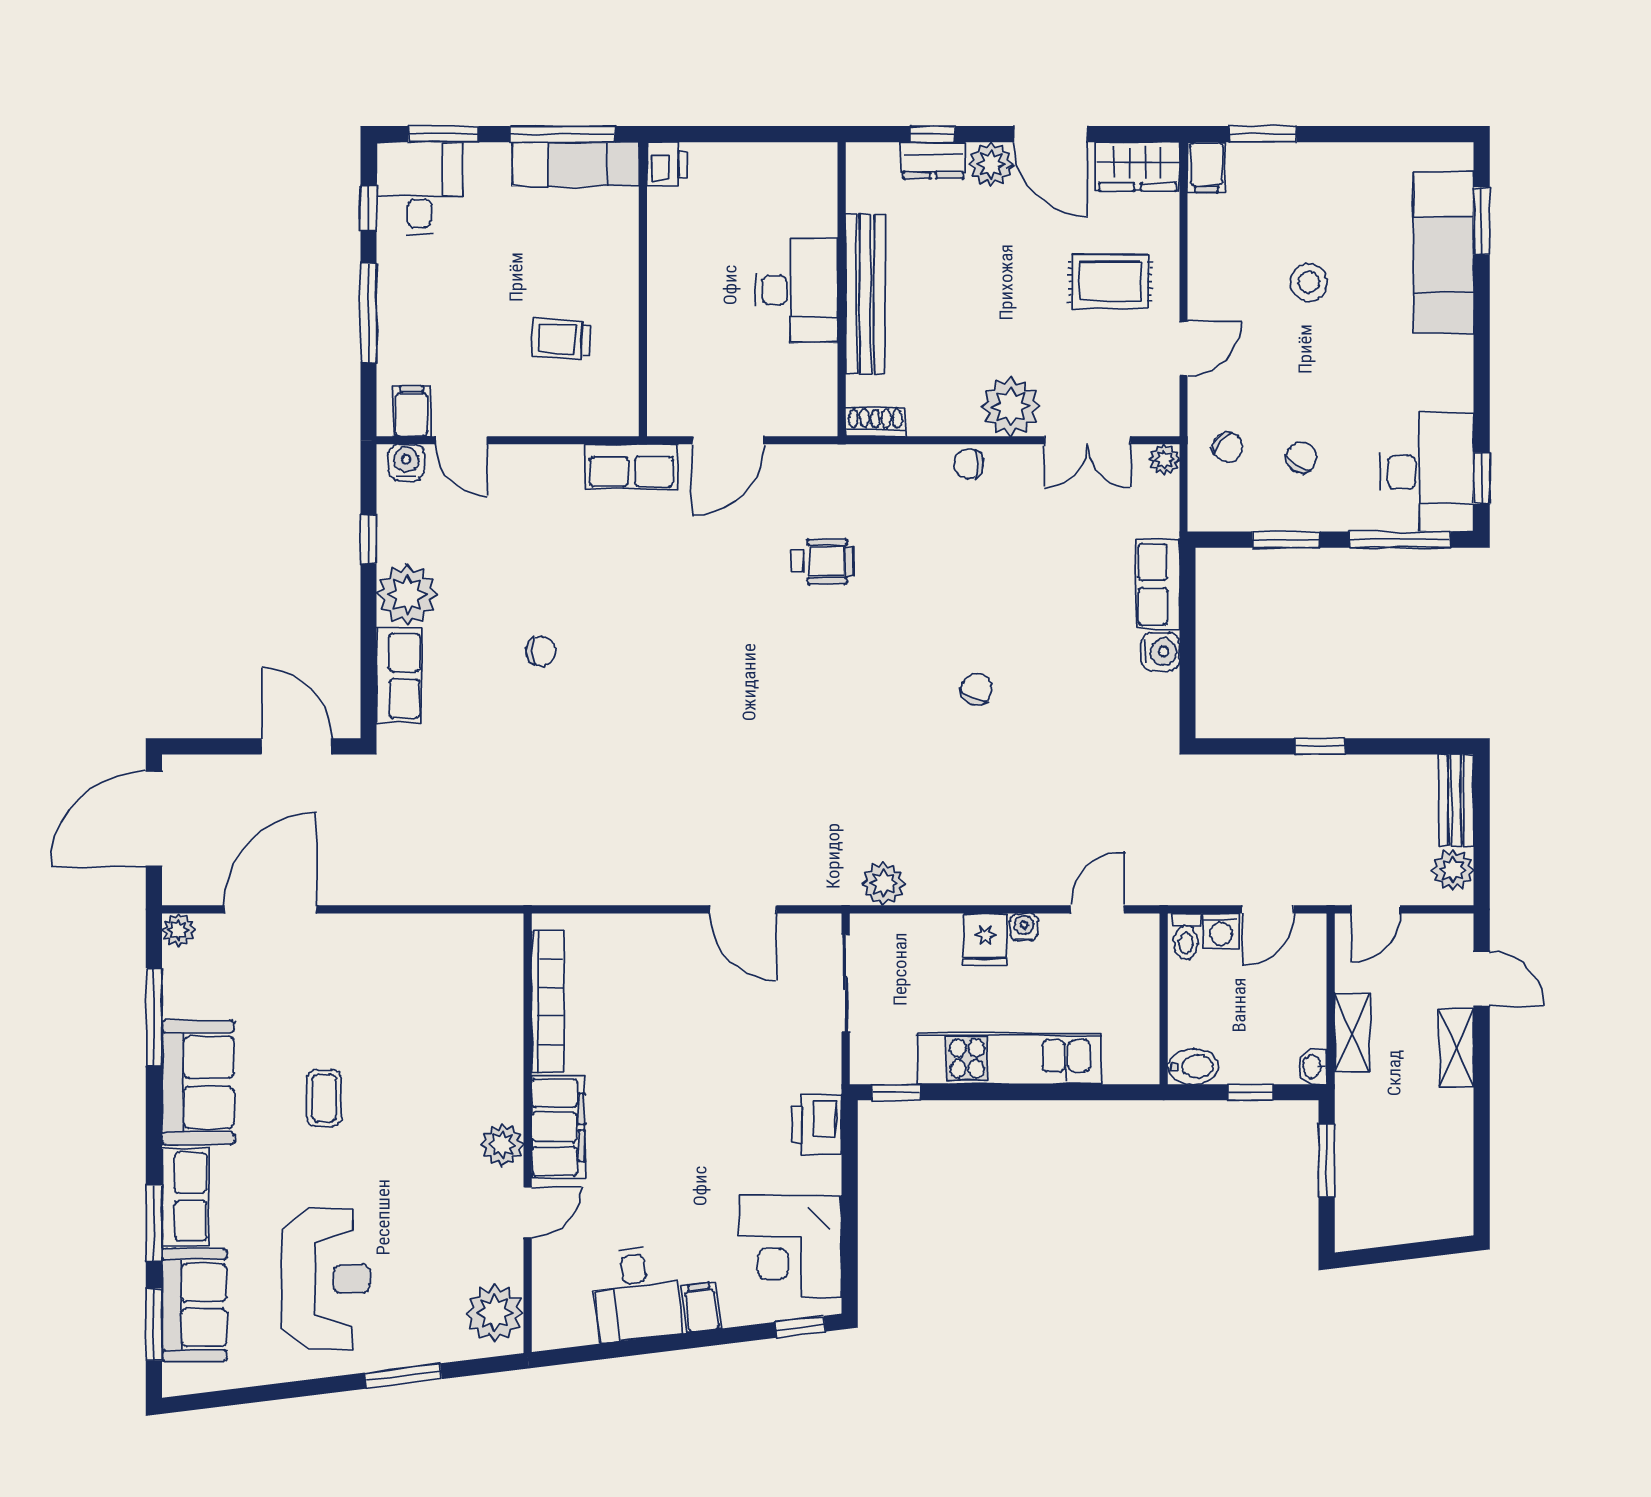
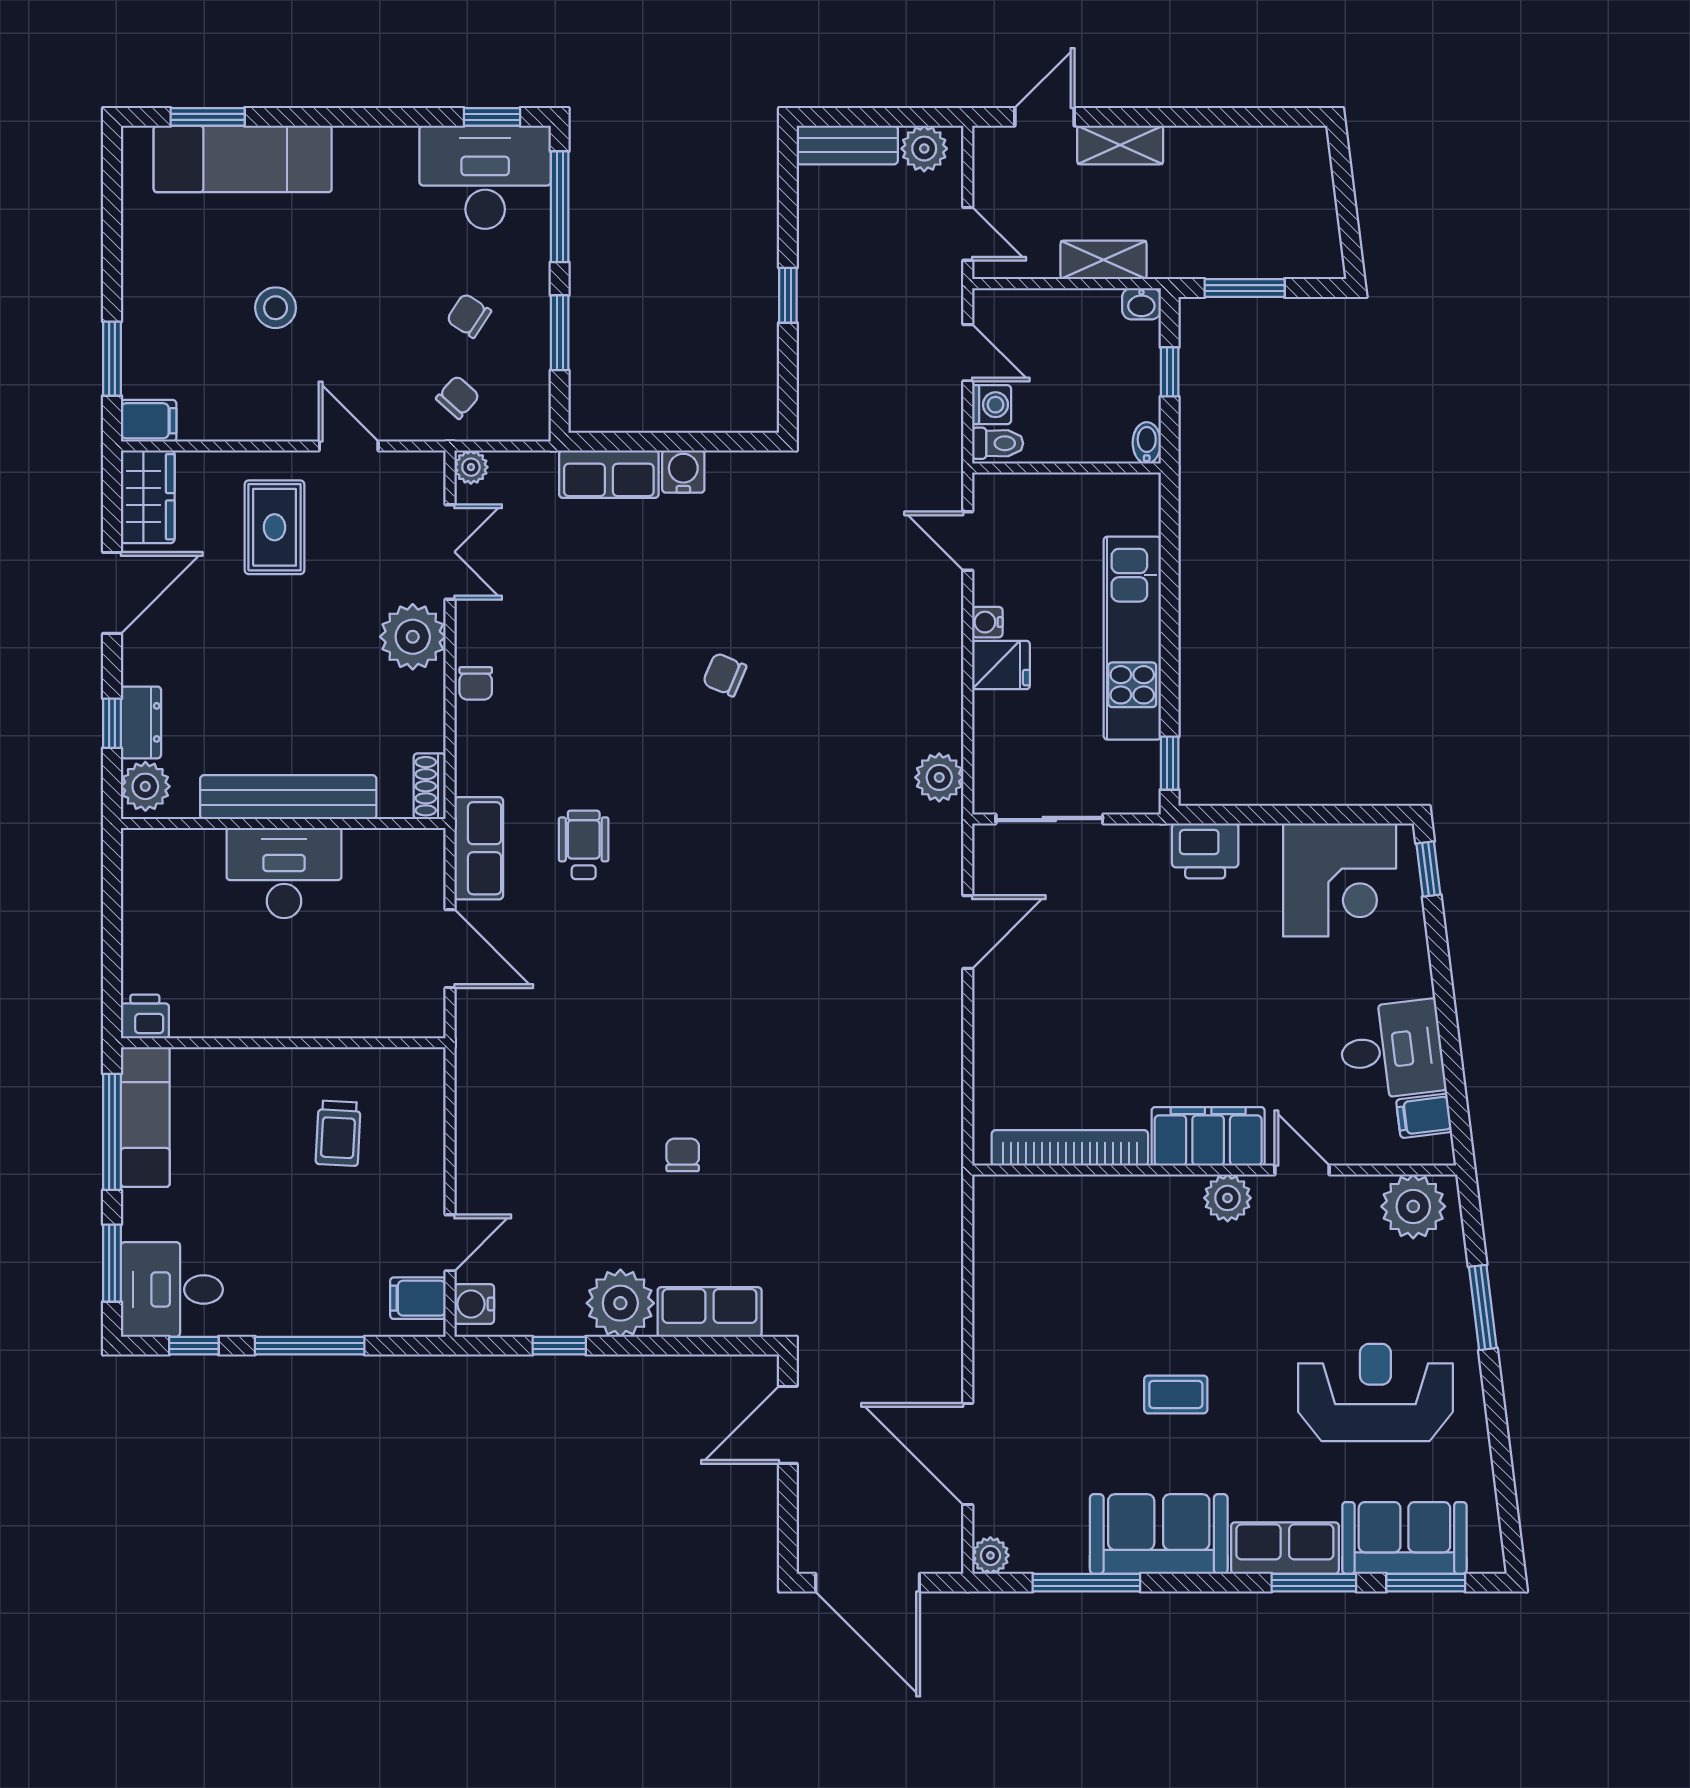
plant: (991, 164) -> (145, 786), moved
row of seats: (631, 466) -> (479, 848), moved
bidet: (1193, 1067) -> (1147, 443), width x0.72, depth x0.74
filing cabinet: (701, 1307) -> (1424, 1116), moved

